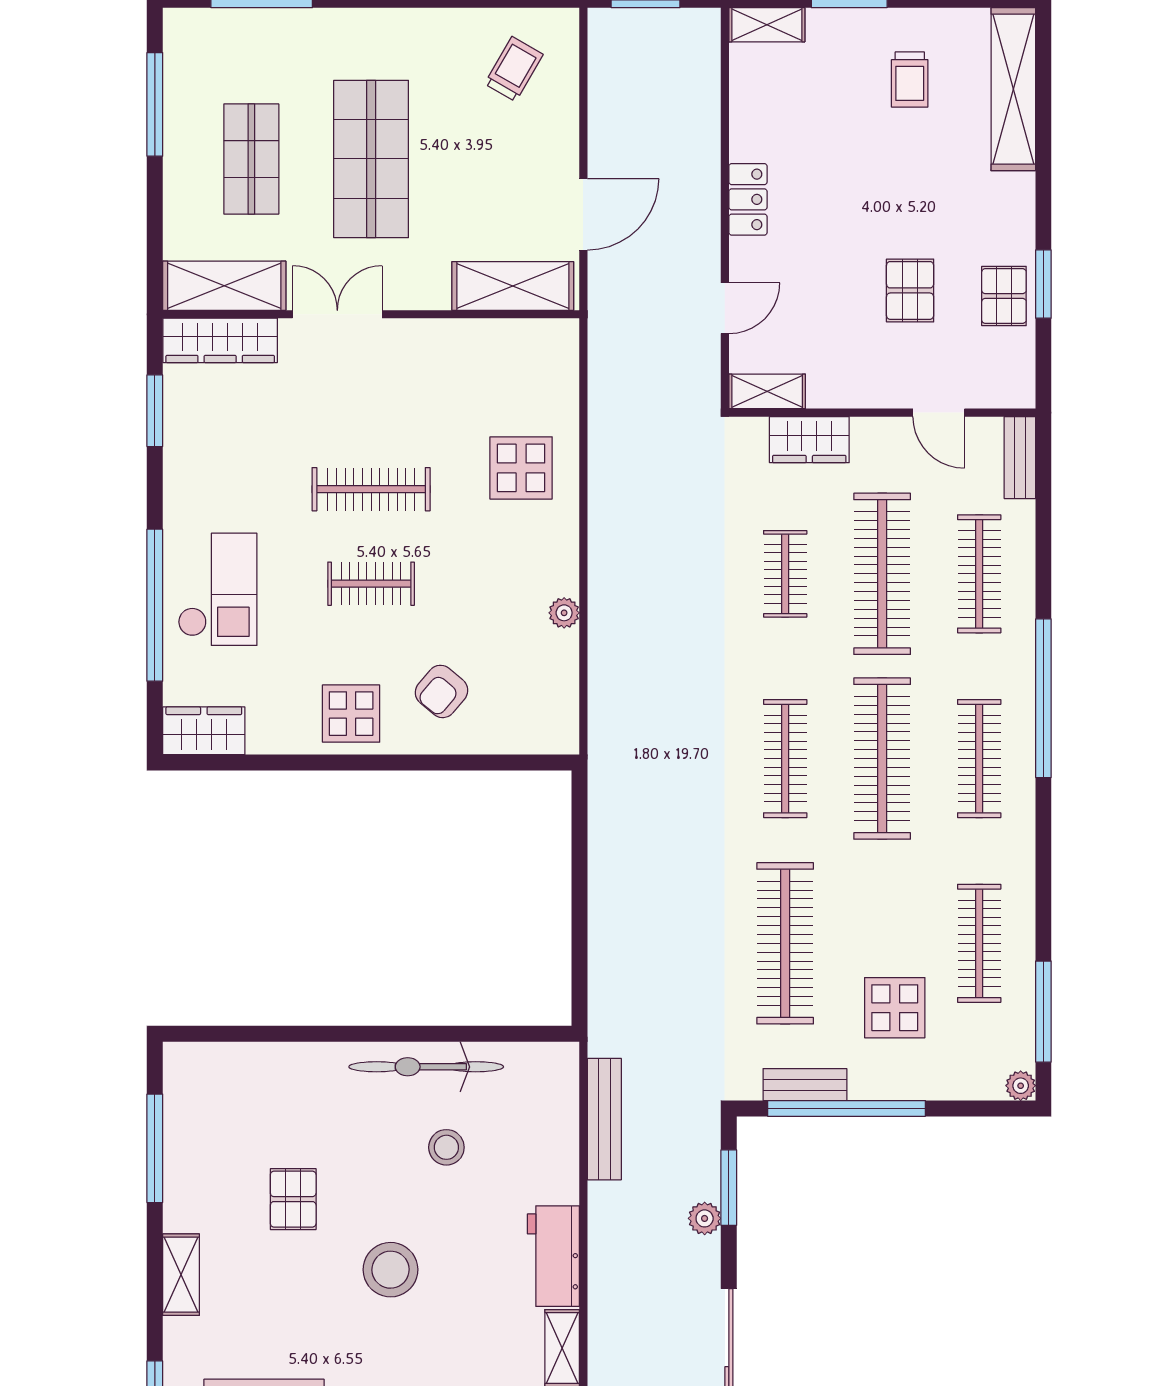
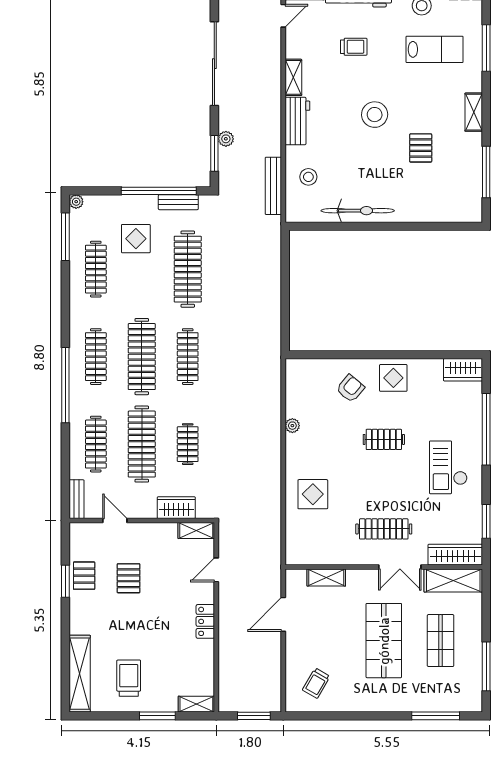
trolley: (910, 80) -> (129, 678), width x1.36, depth x1.39
shelving: (513, 286) -> (326, 577), width x0.67, depth x0.75
clothes rail: (371, 489) -> (384, 529), moved
checkout: (218, 589) -> (448, 467), moved
stool: (446, 1147) -> (308, 177), moved

